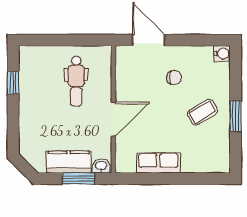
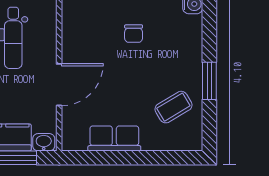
chair: (174, 78) -> (134, 34), turned 90
coffee table: (202, 112) -> (173, 107), moved

